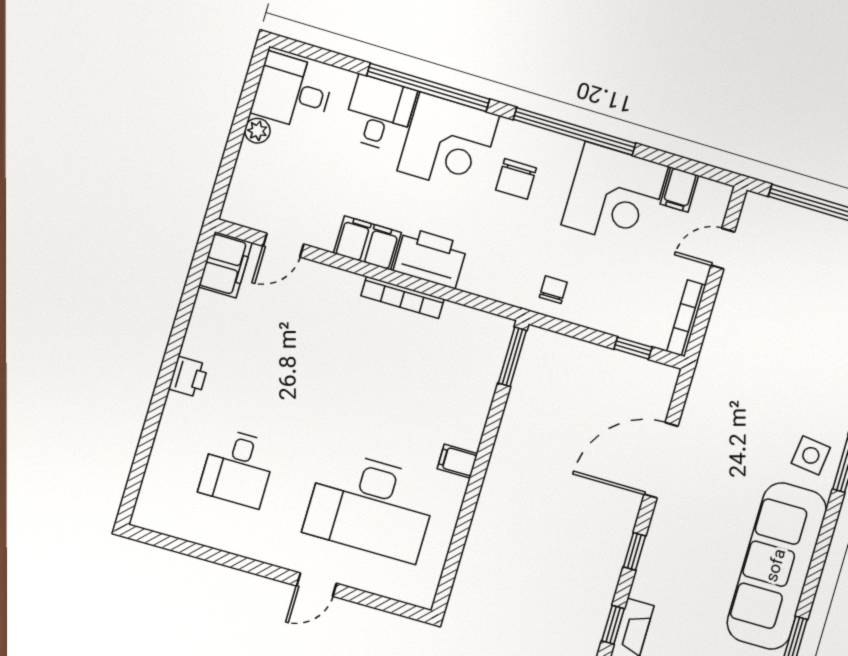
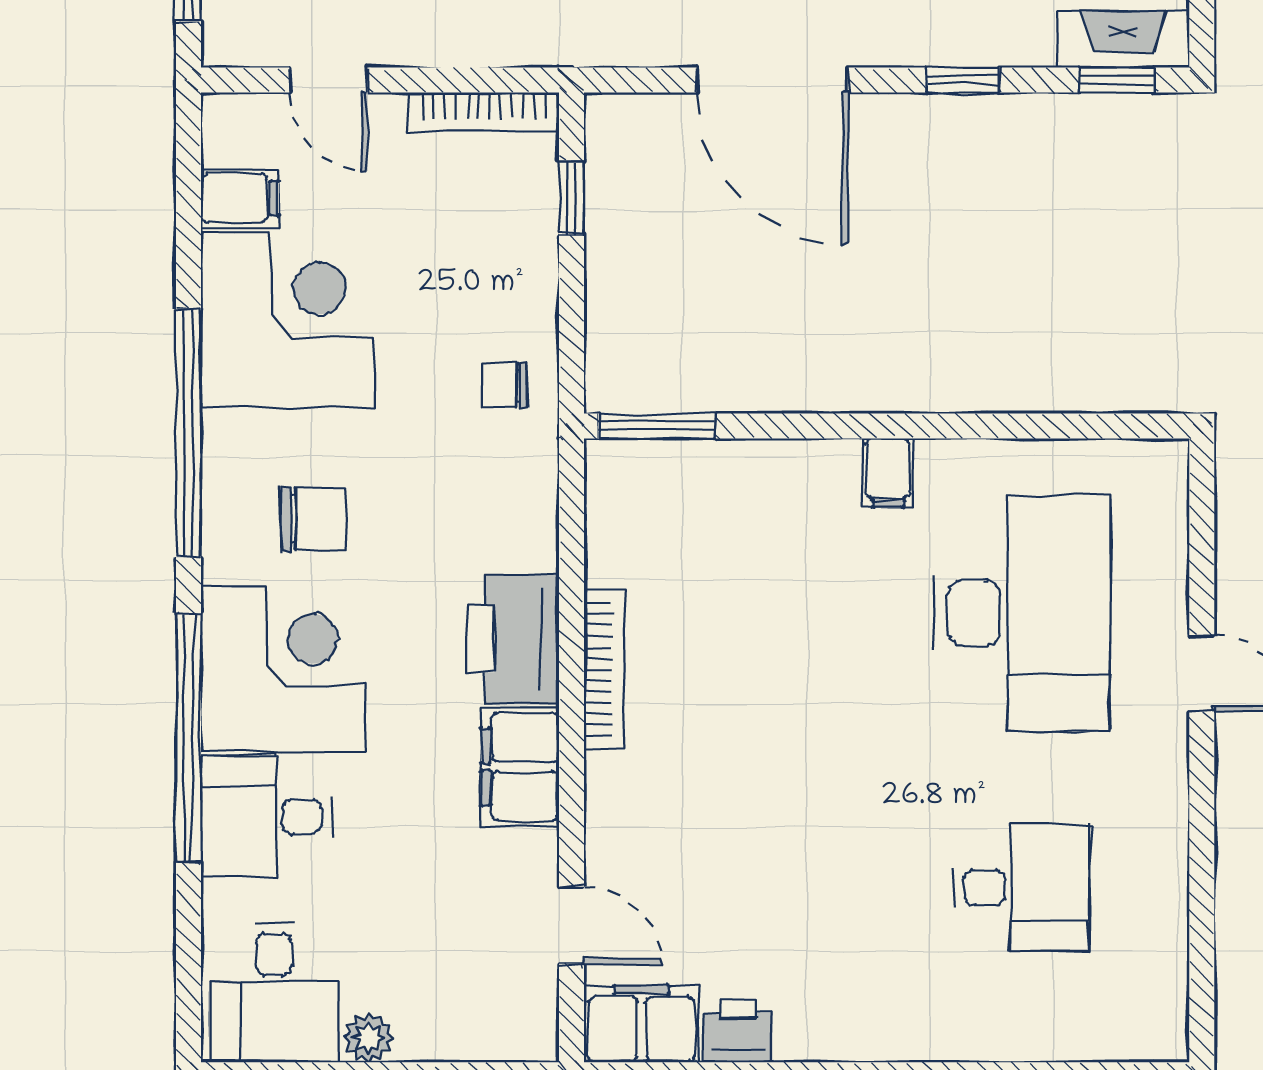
printer: (188, 377) -> (738, 1031), moved

